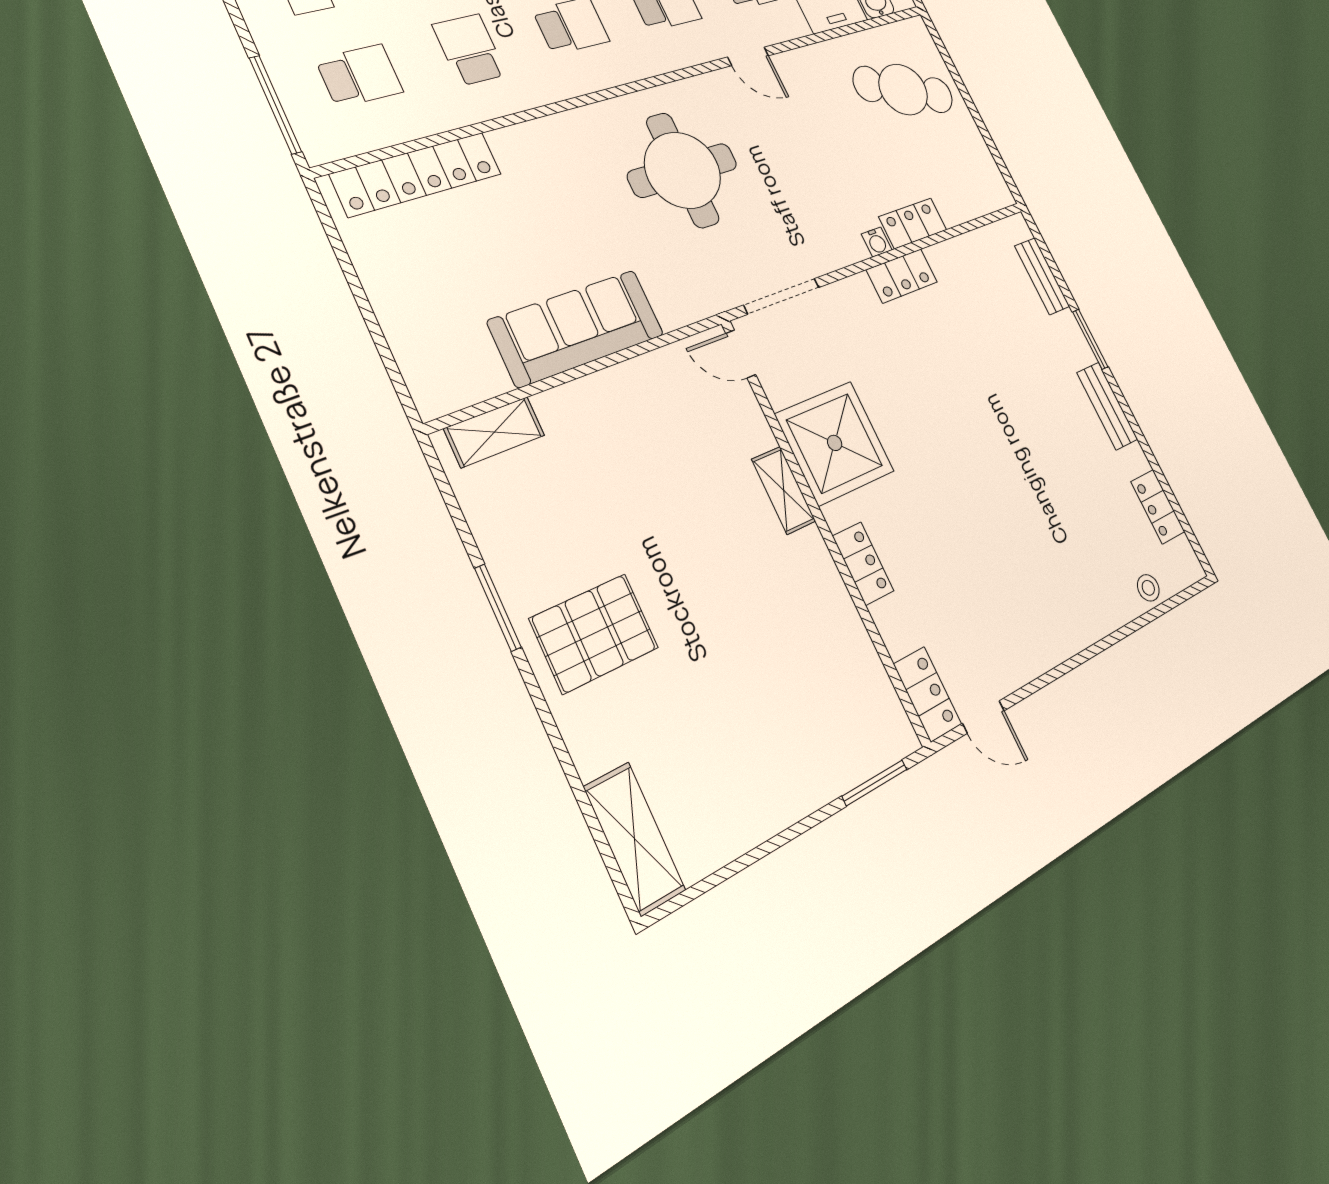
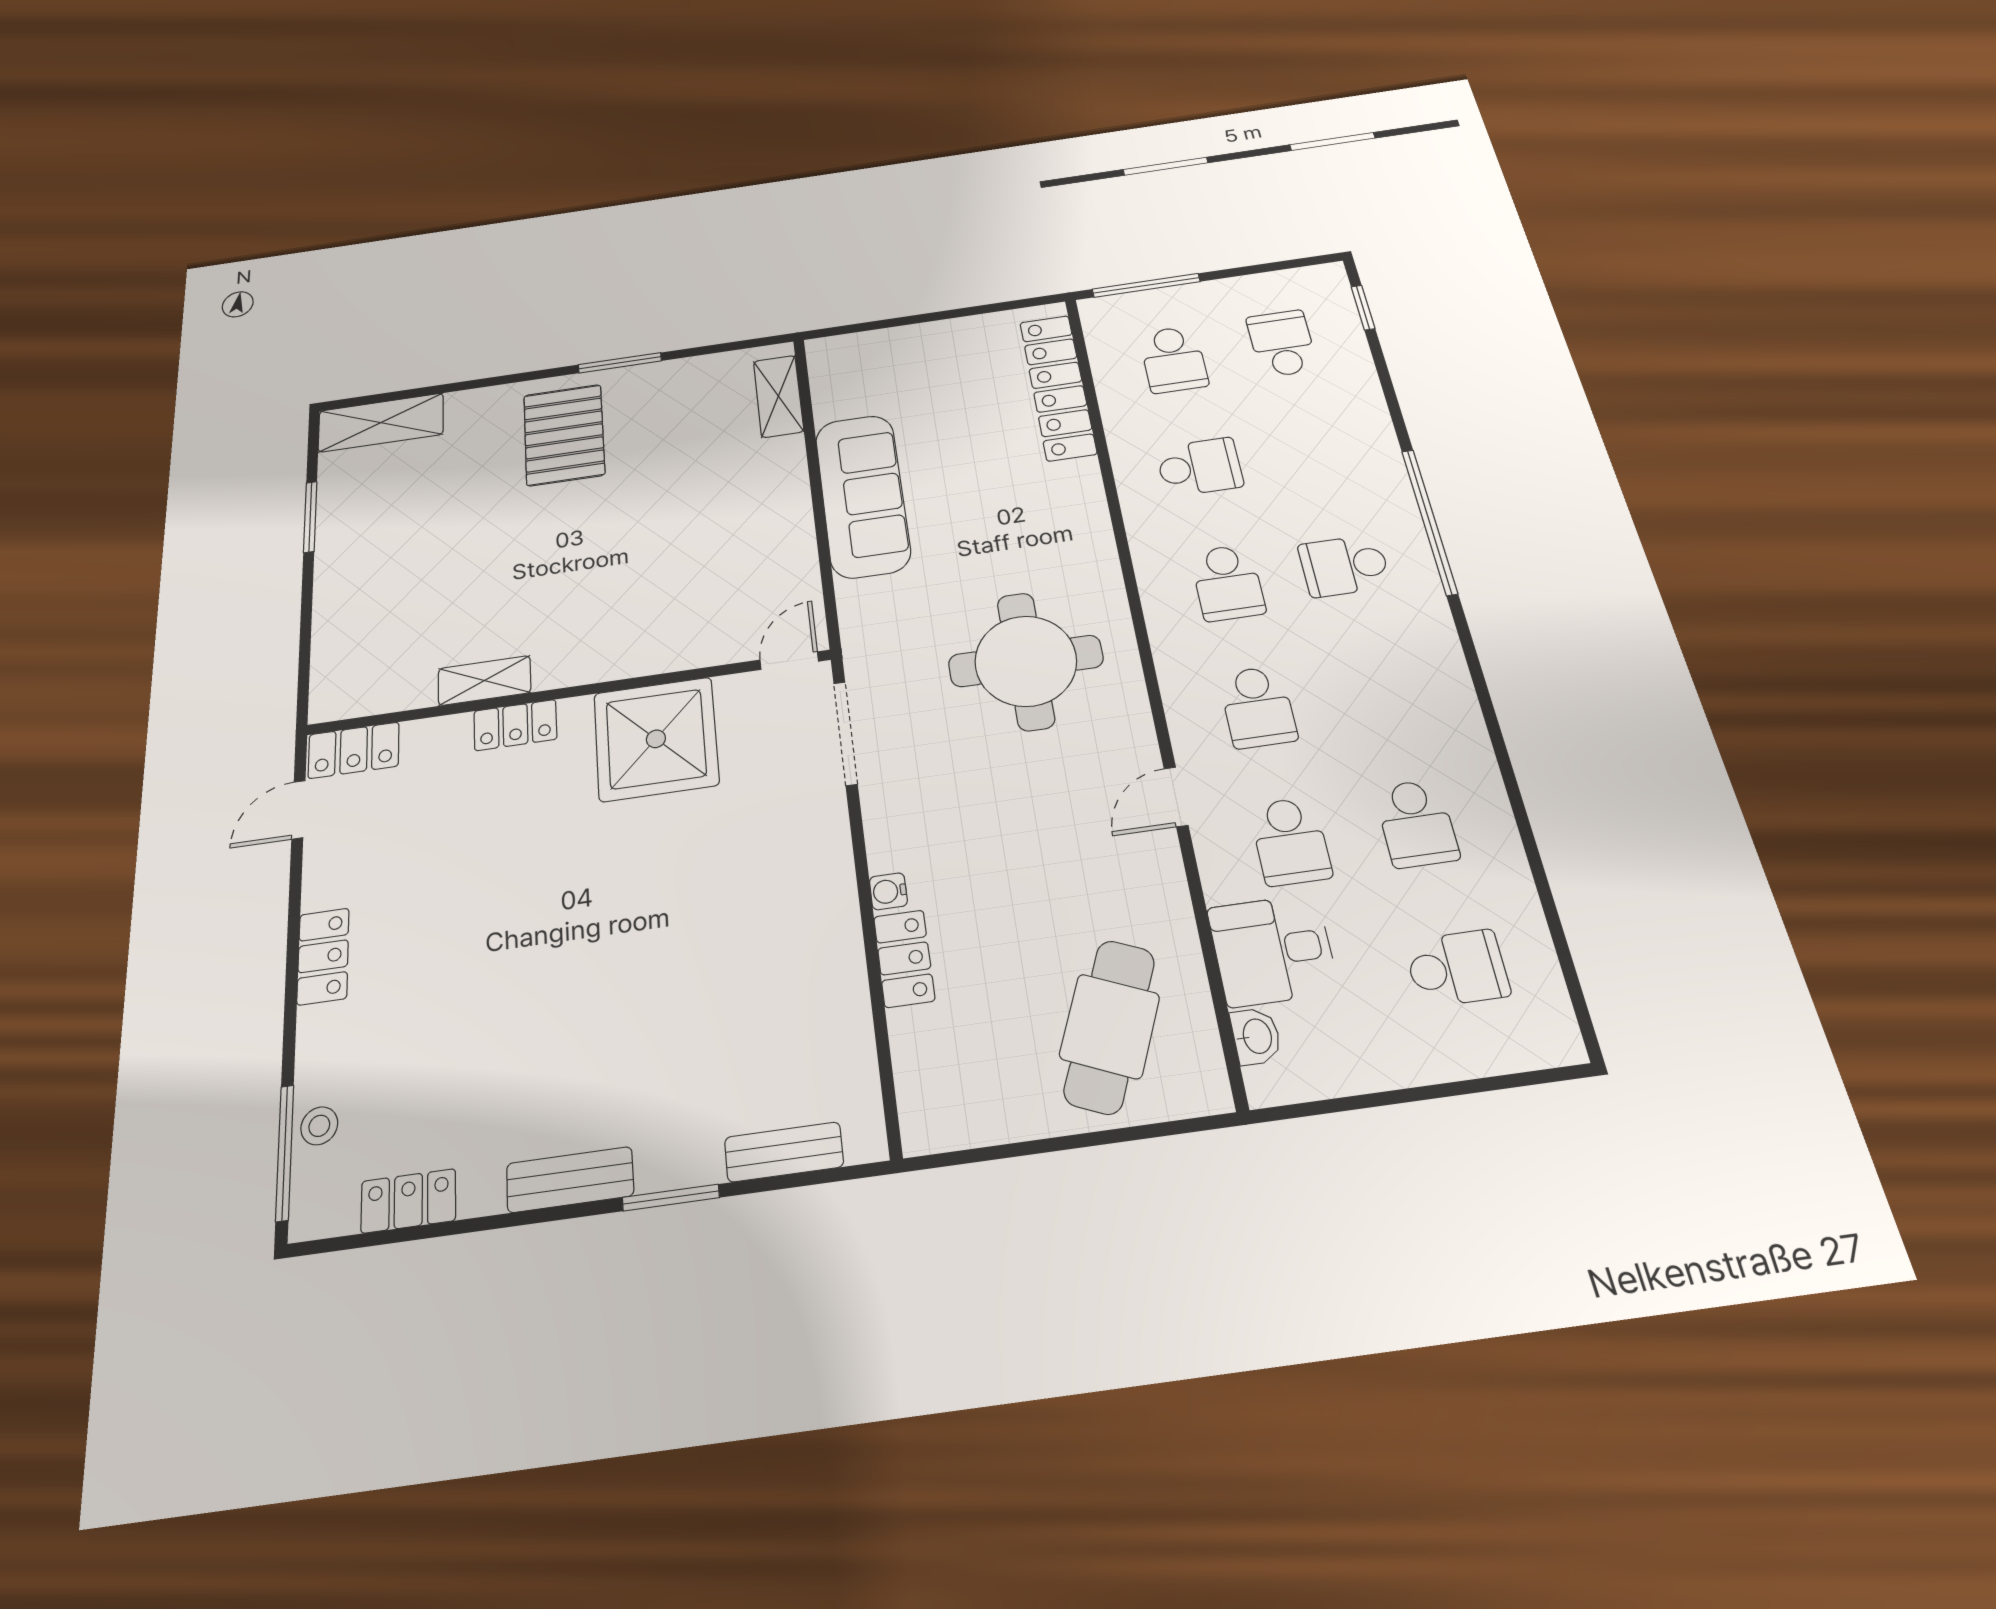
locker: (902, 276) -> (323, 956), moved, turned 180
shelving: (784, 490) -> (484, 681), moved
window: (1170, 604) -> (285, 1152), added
window: (875, 783) -> (310, 517), moved

